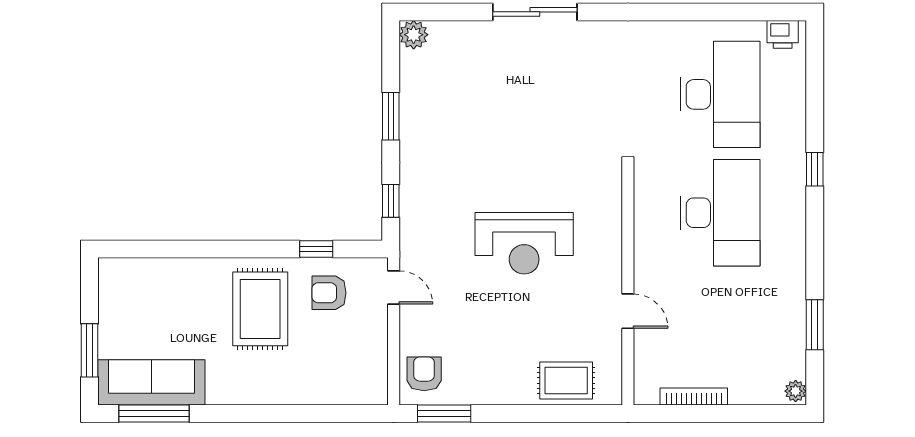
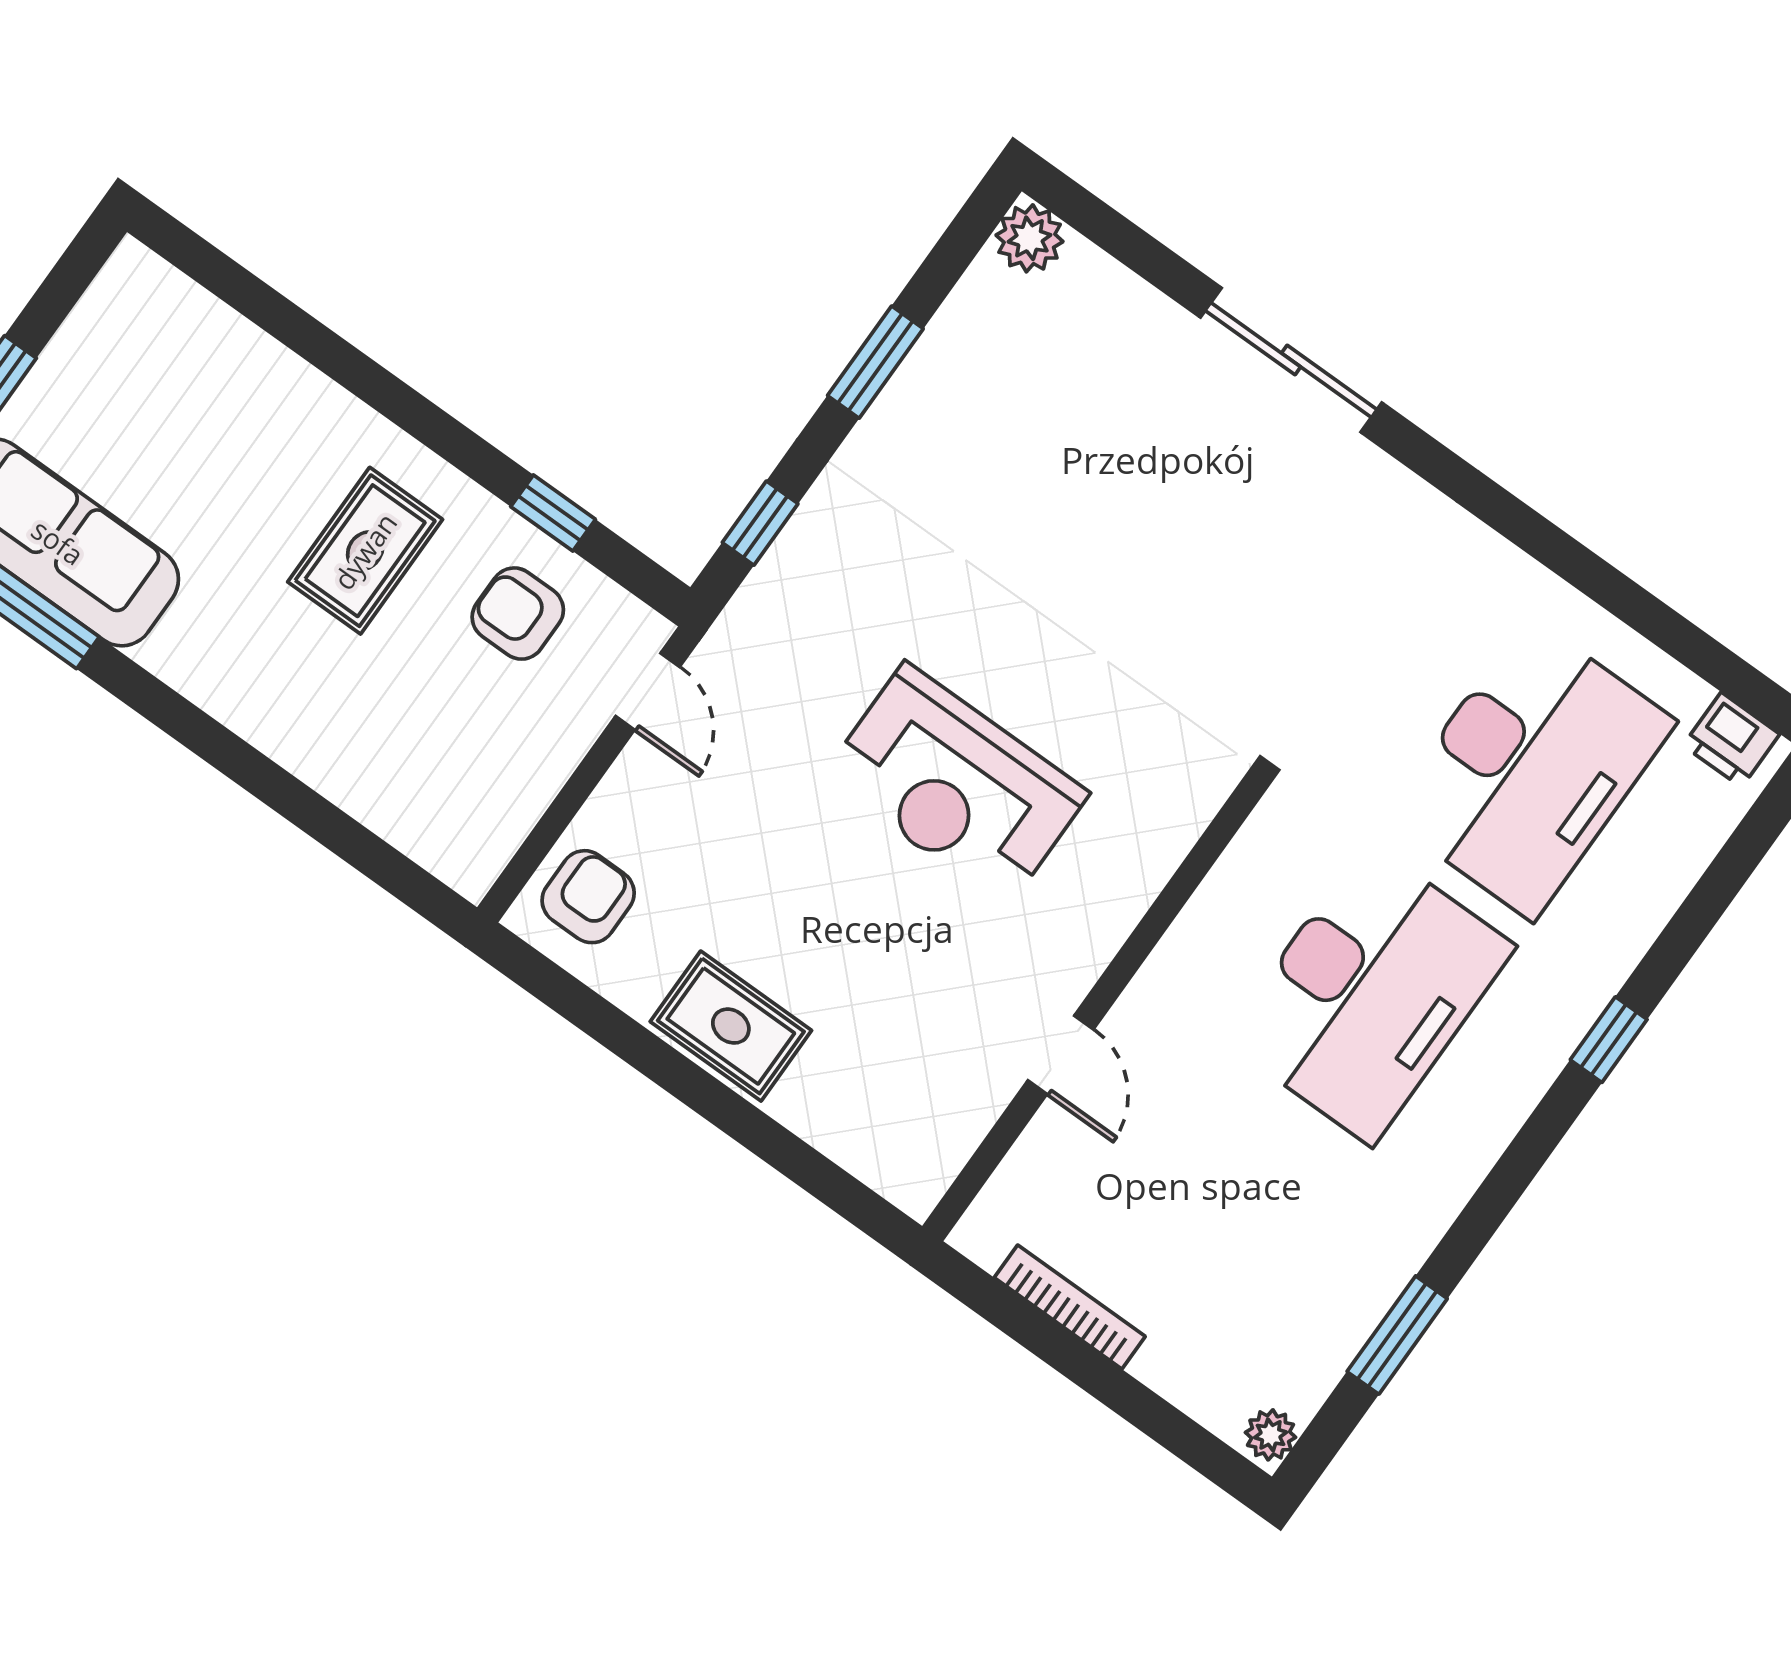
rug: (260, 309) -> (365, 551), width x0.73, depth x0.70
rug: (566, 381) -> (731, 1026), moved
window: (444, 414) -> (572, 1000), removed

